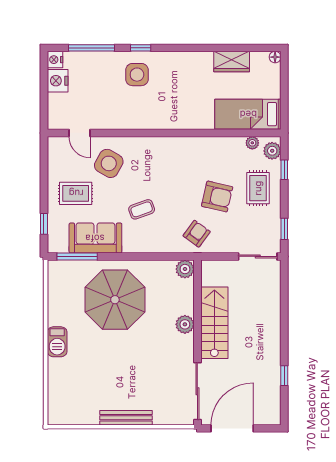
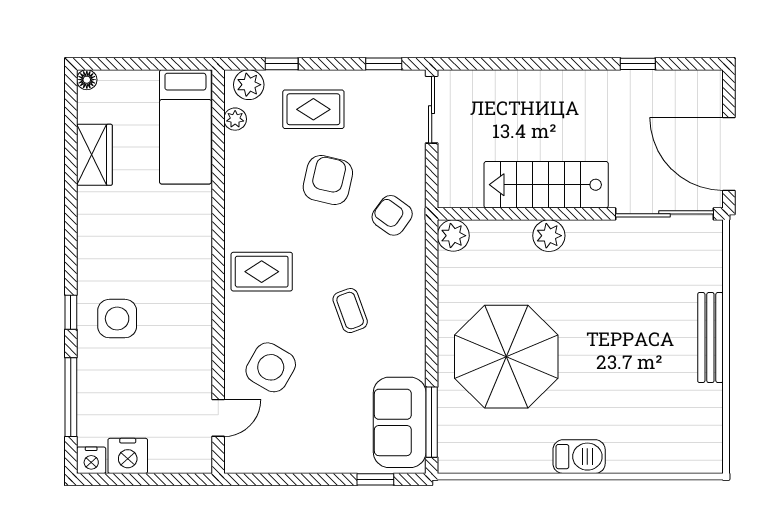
rug: (76, 193) -> (262, 272), moved, turned 90
sofa: (95, 238) -> (400, 422), moved

